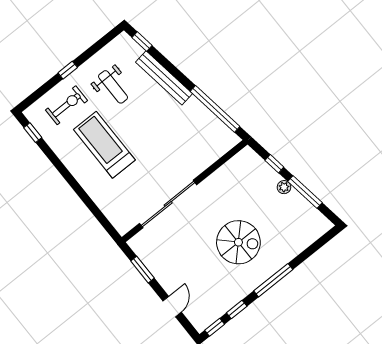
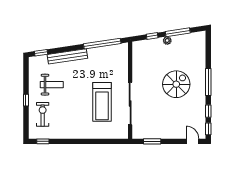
treadmill: (104, 145) -> (102, 102), moved, turned -90
door: (172, 307) -> (193, 141), moved

